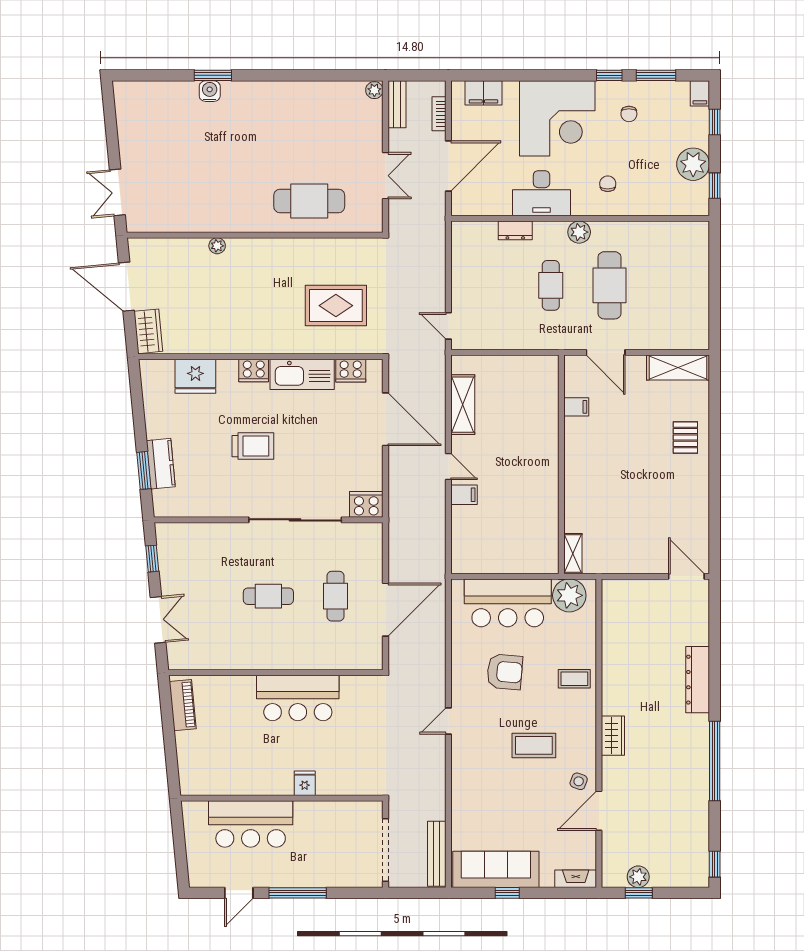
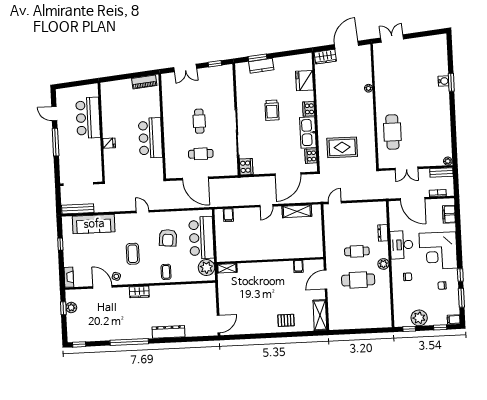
rug: (336, 306) -> (342, 147), turned 90
filing cabinet: (464, 495) -> (228, 215), moved
sofa: (496, 869) -> (94, 224), moved, turned 90

